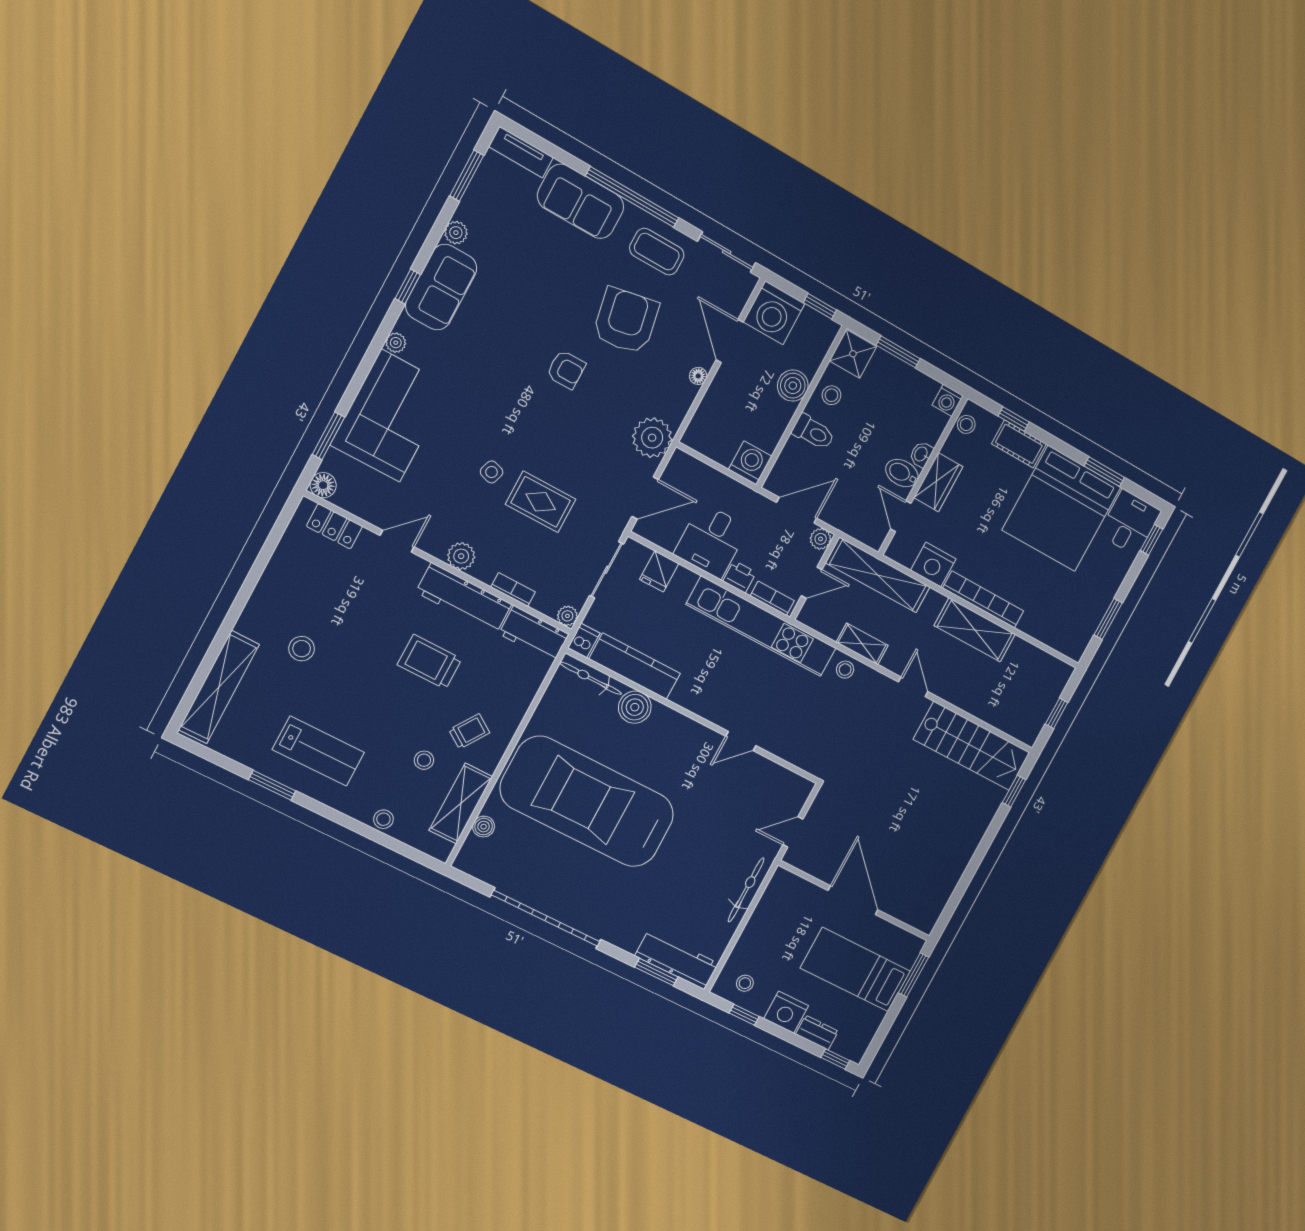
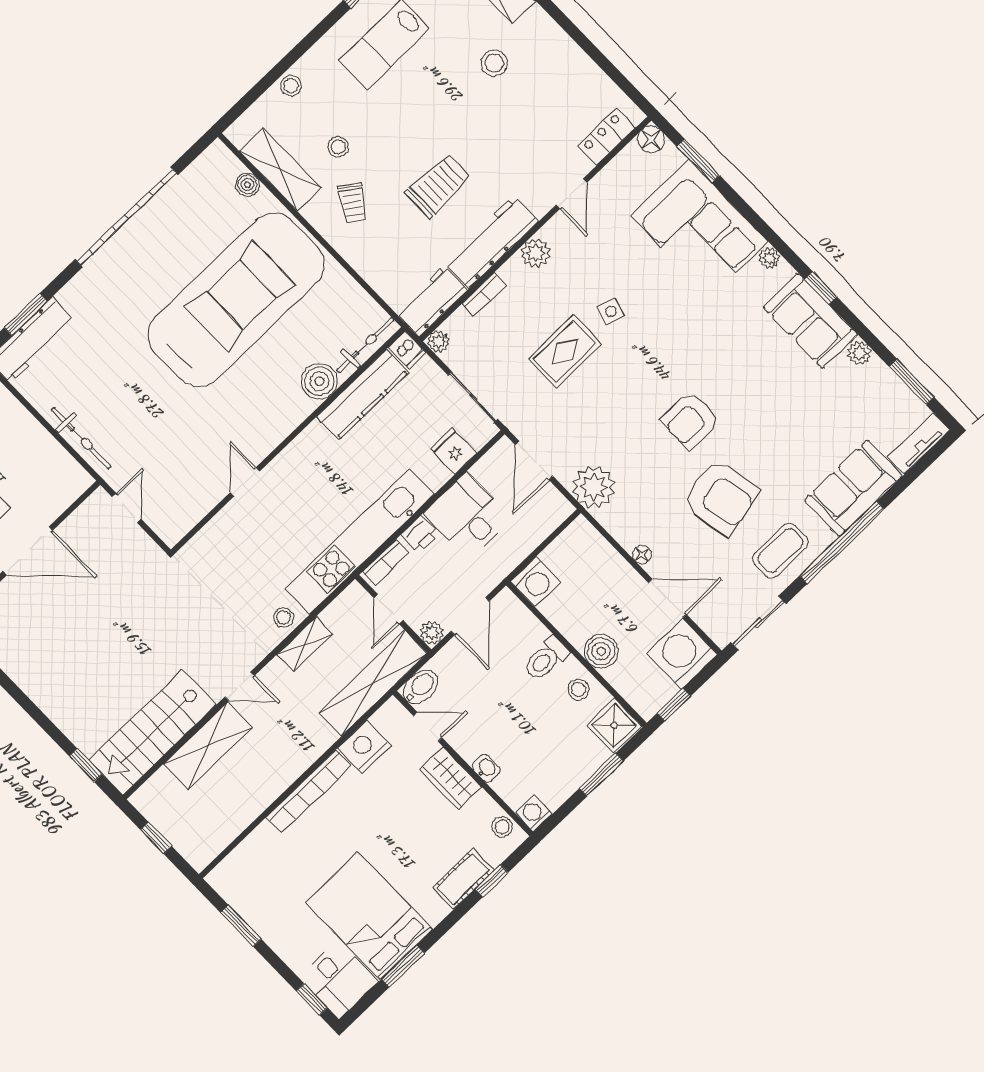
armchair: (566, 370) -> (690, 420), width x1.38, depth x1.38
bidet: (902, 473) -> (420, 687), moved
bed: (1061, 509) -> (369, 916), width x0.73
shelving: (975, 630) -> (208, 746), moved

